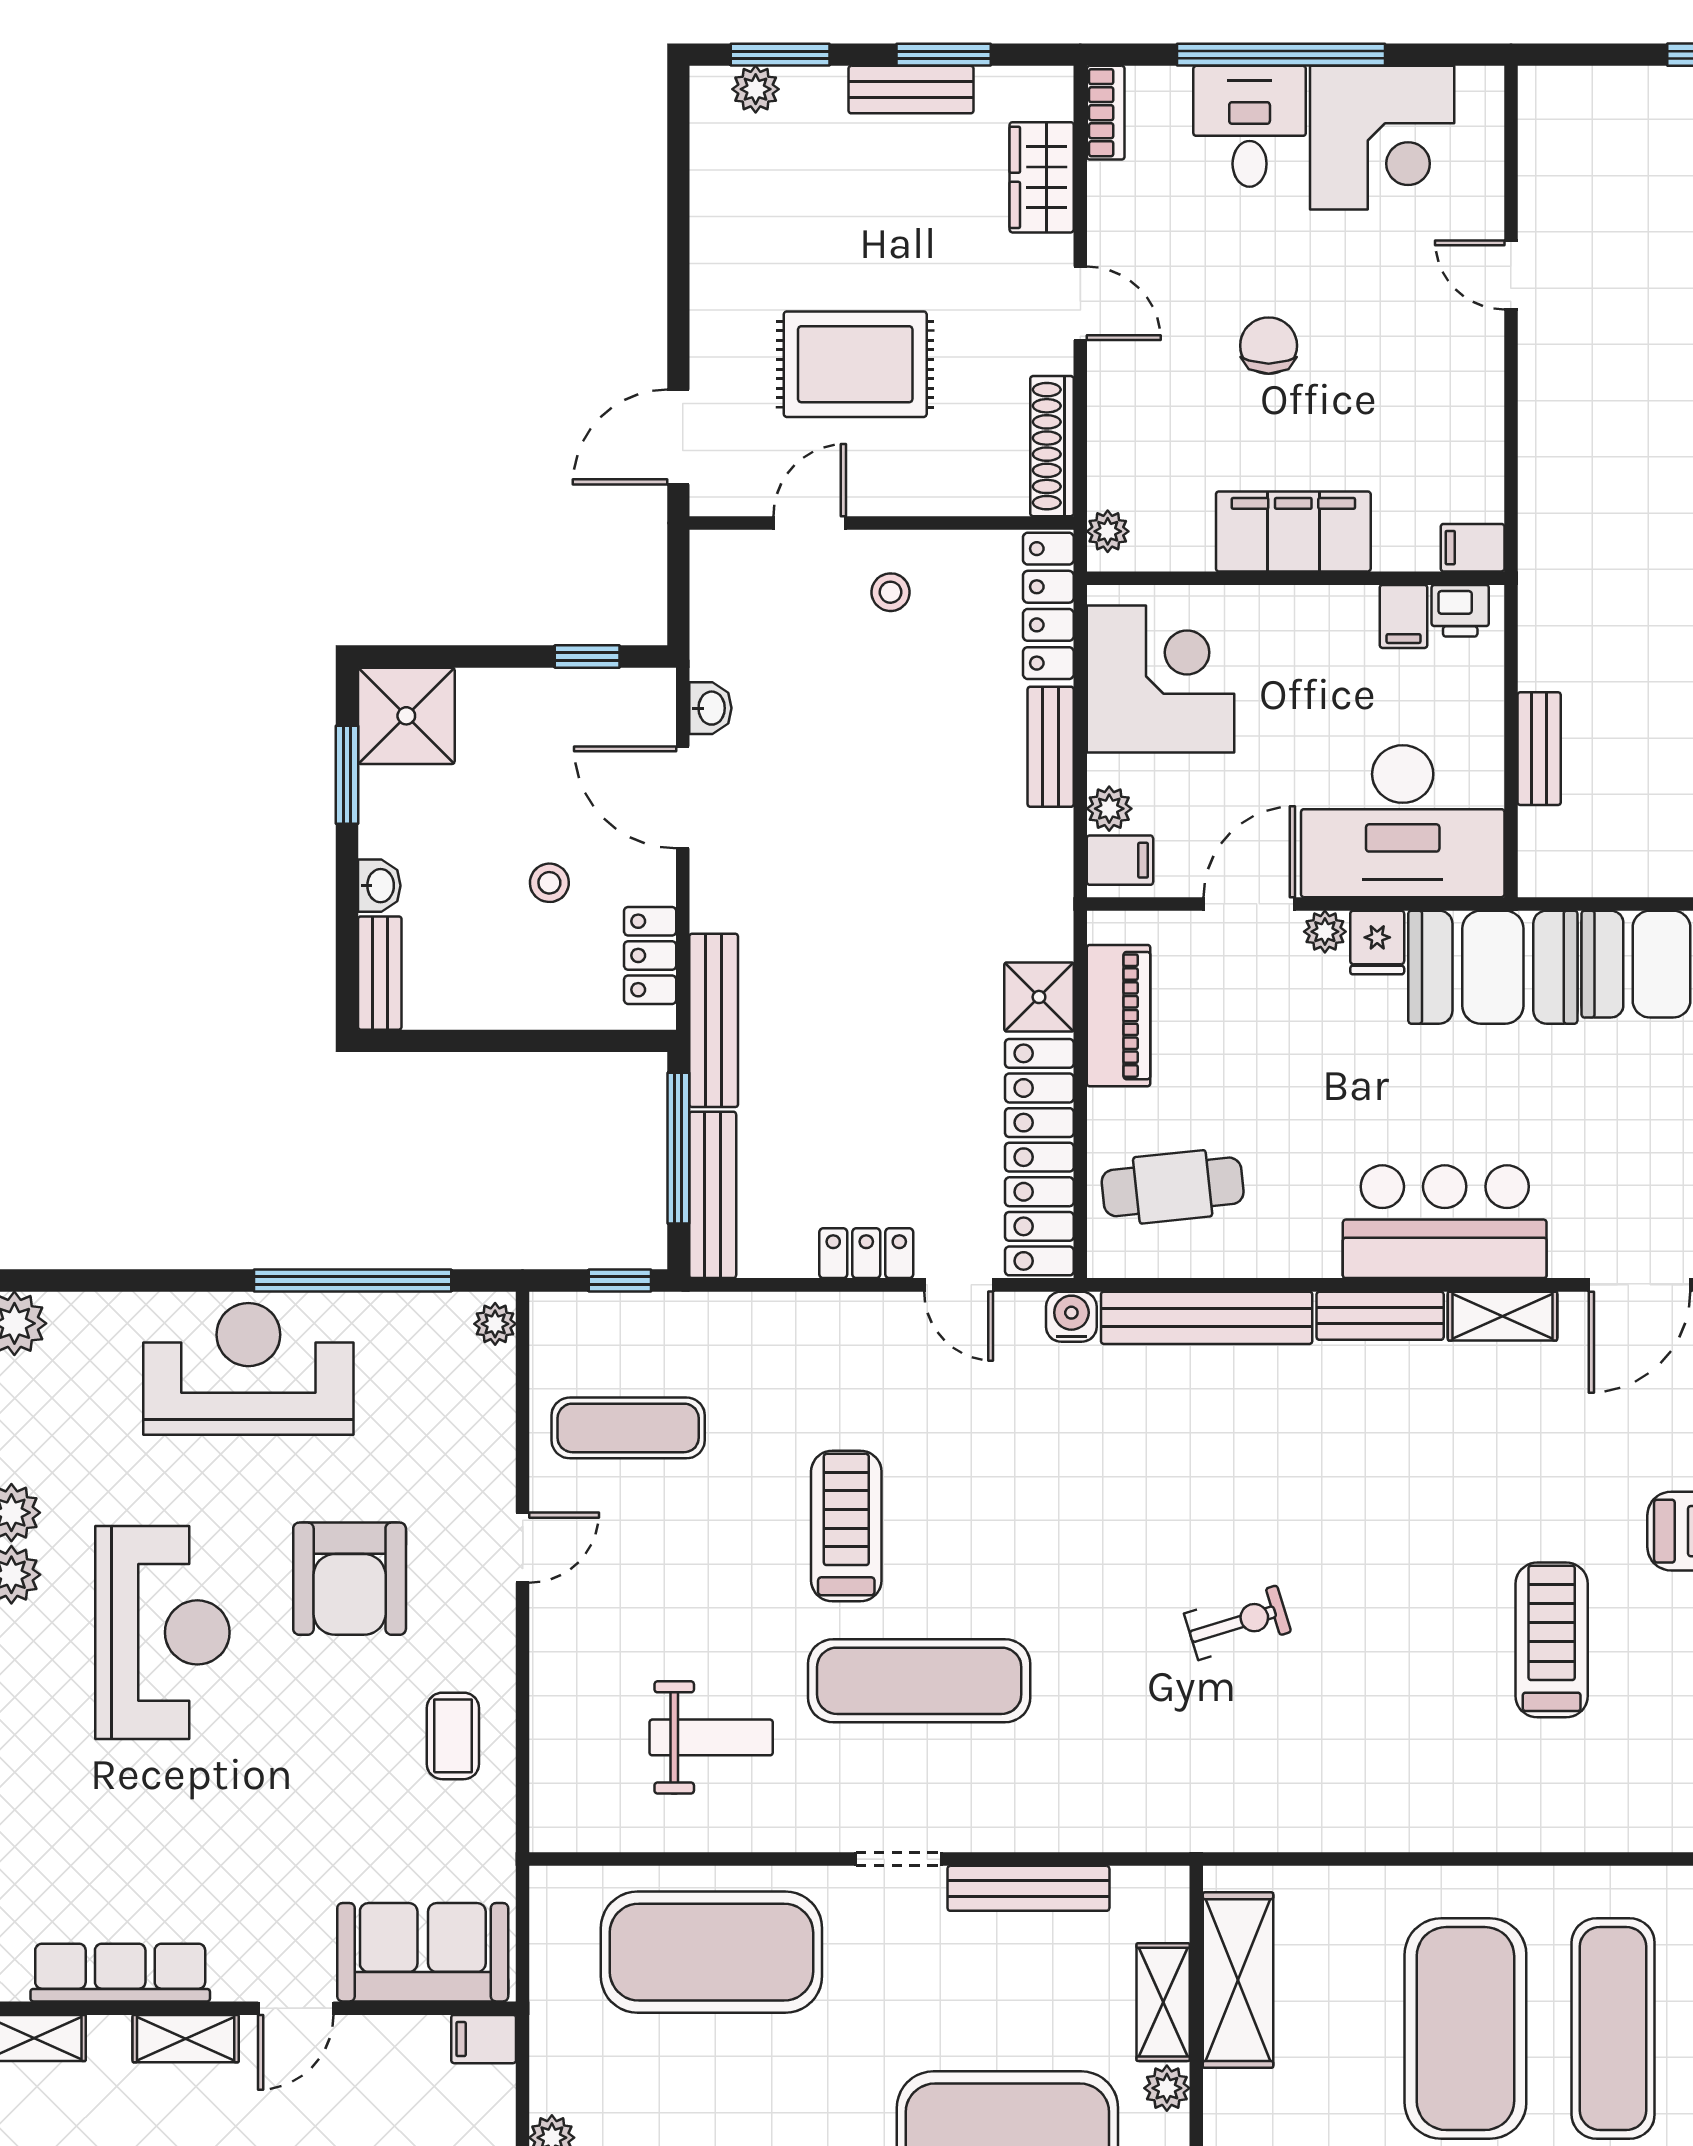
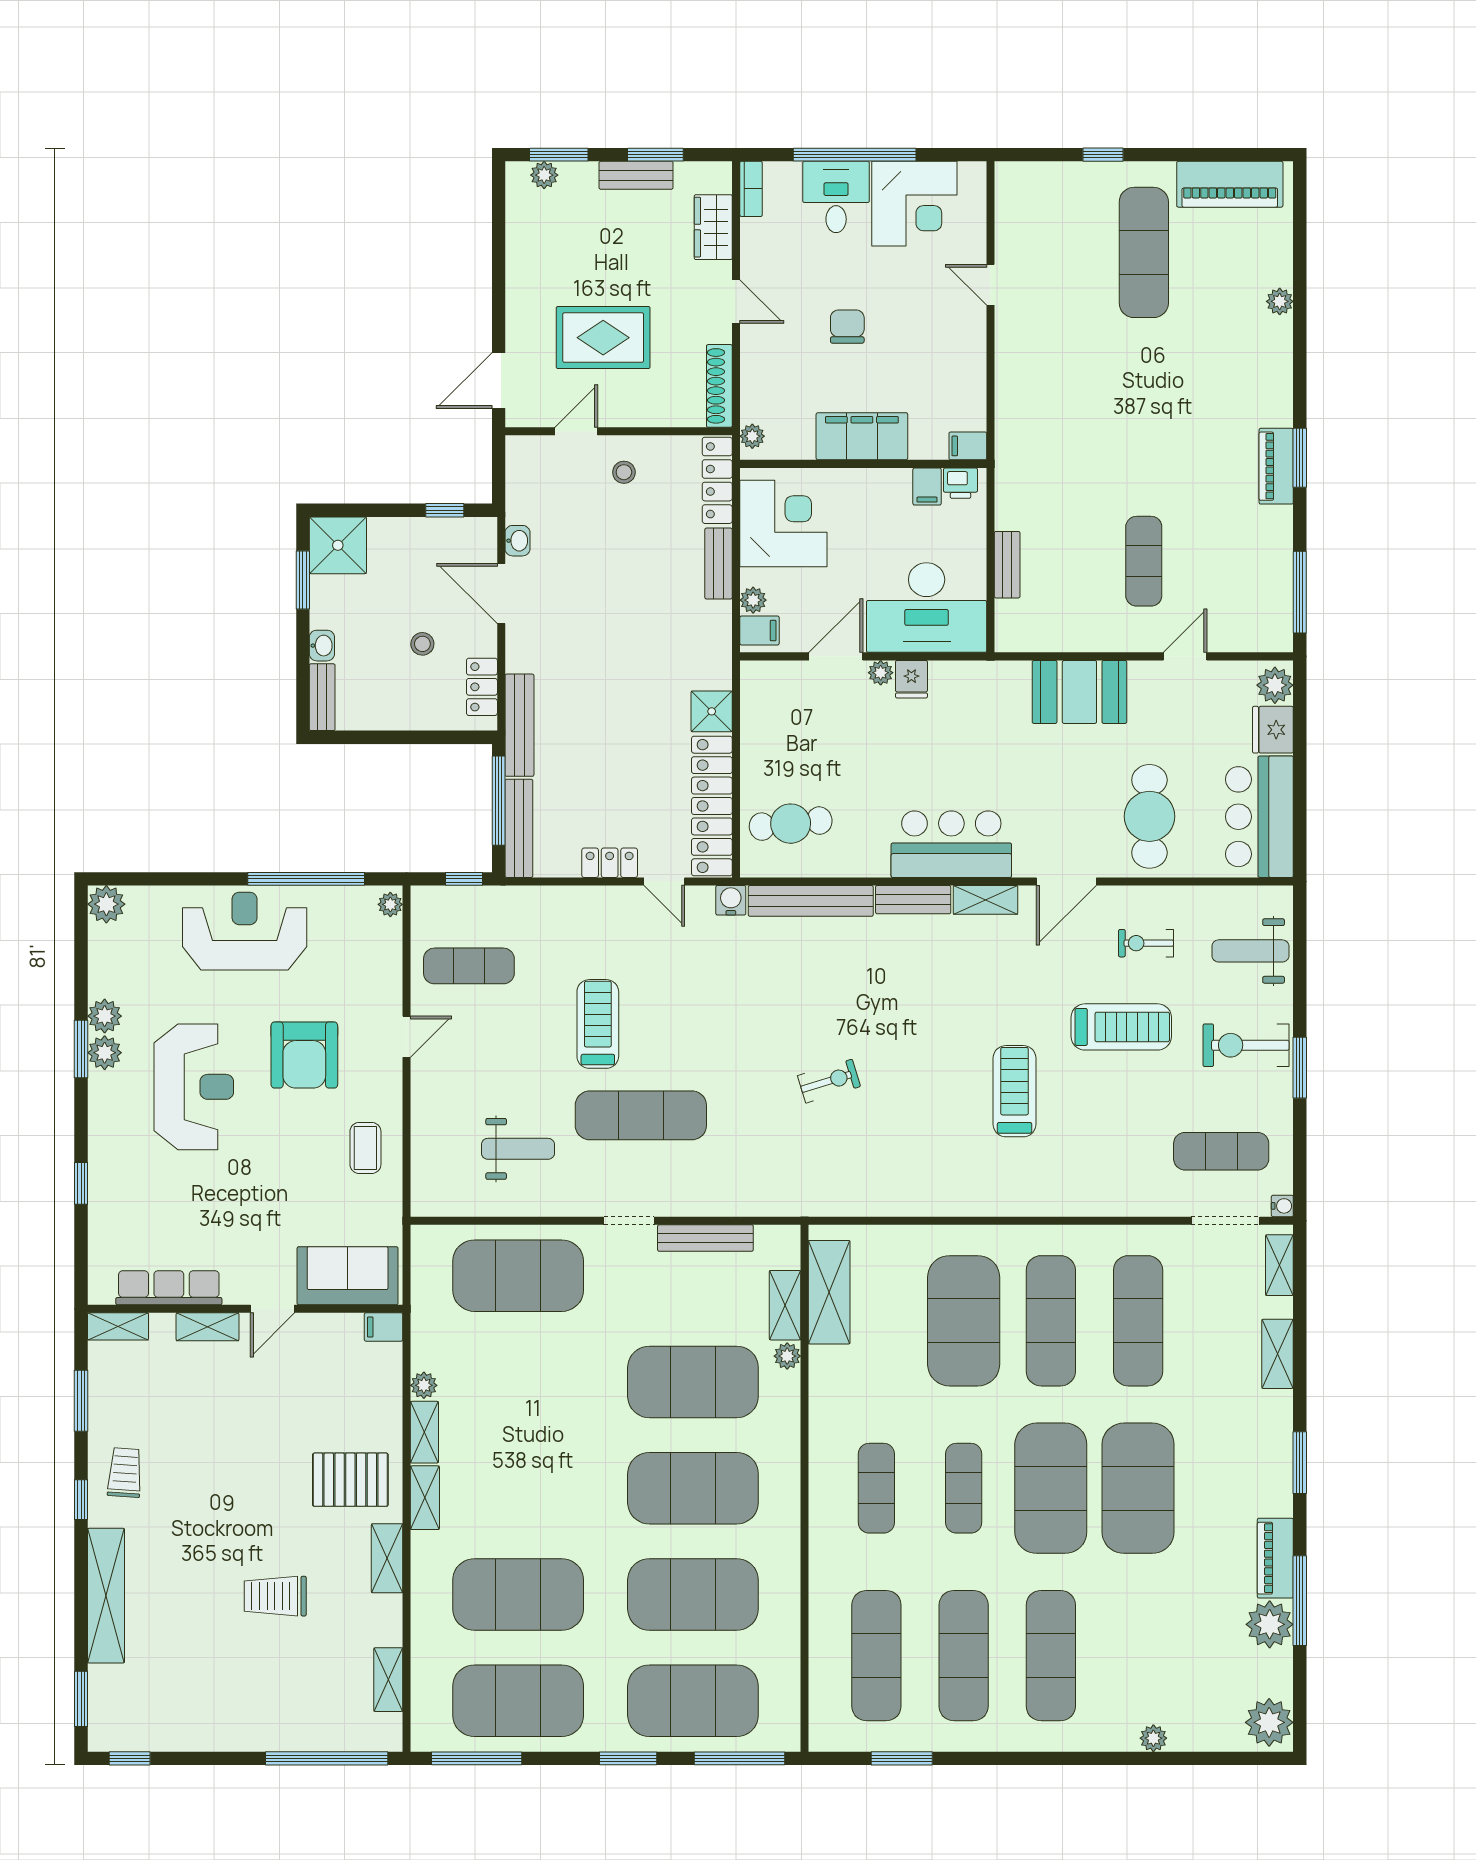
booth: (1493, 967) -> (980, 694), removed
piano: (1119, 1016) -> (759, 722), removed

